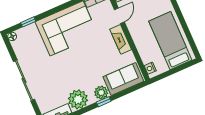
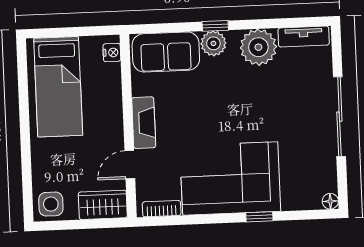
window: (28, 22) -> (259, 217), moved

